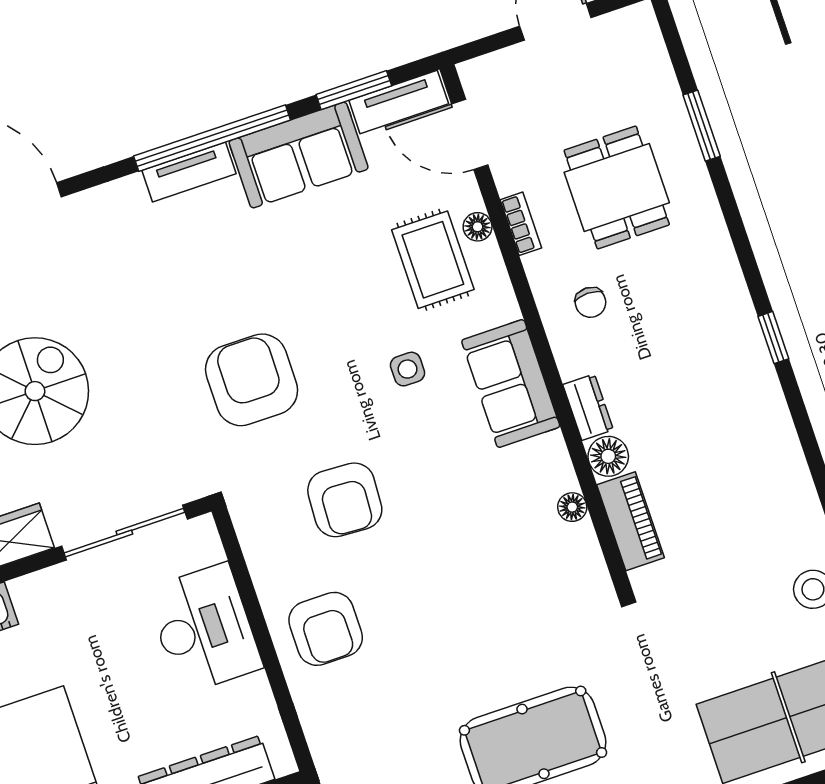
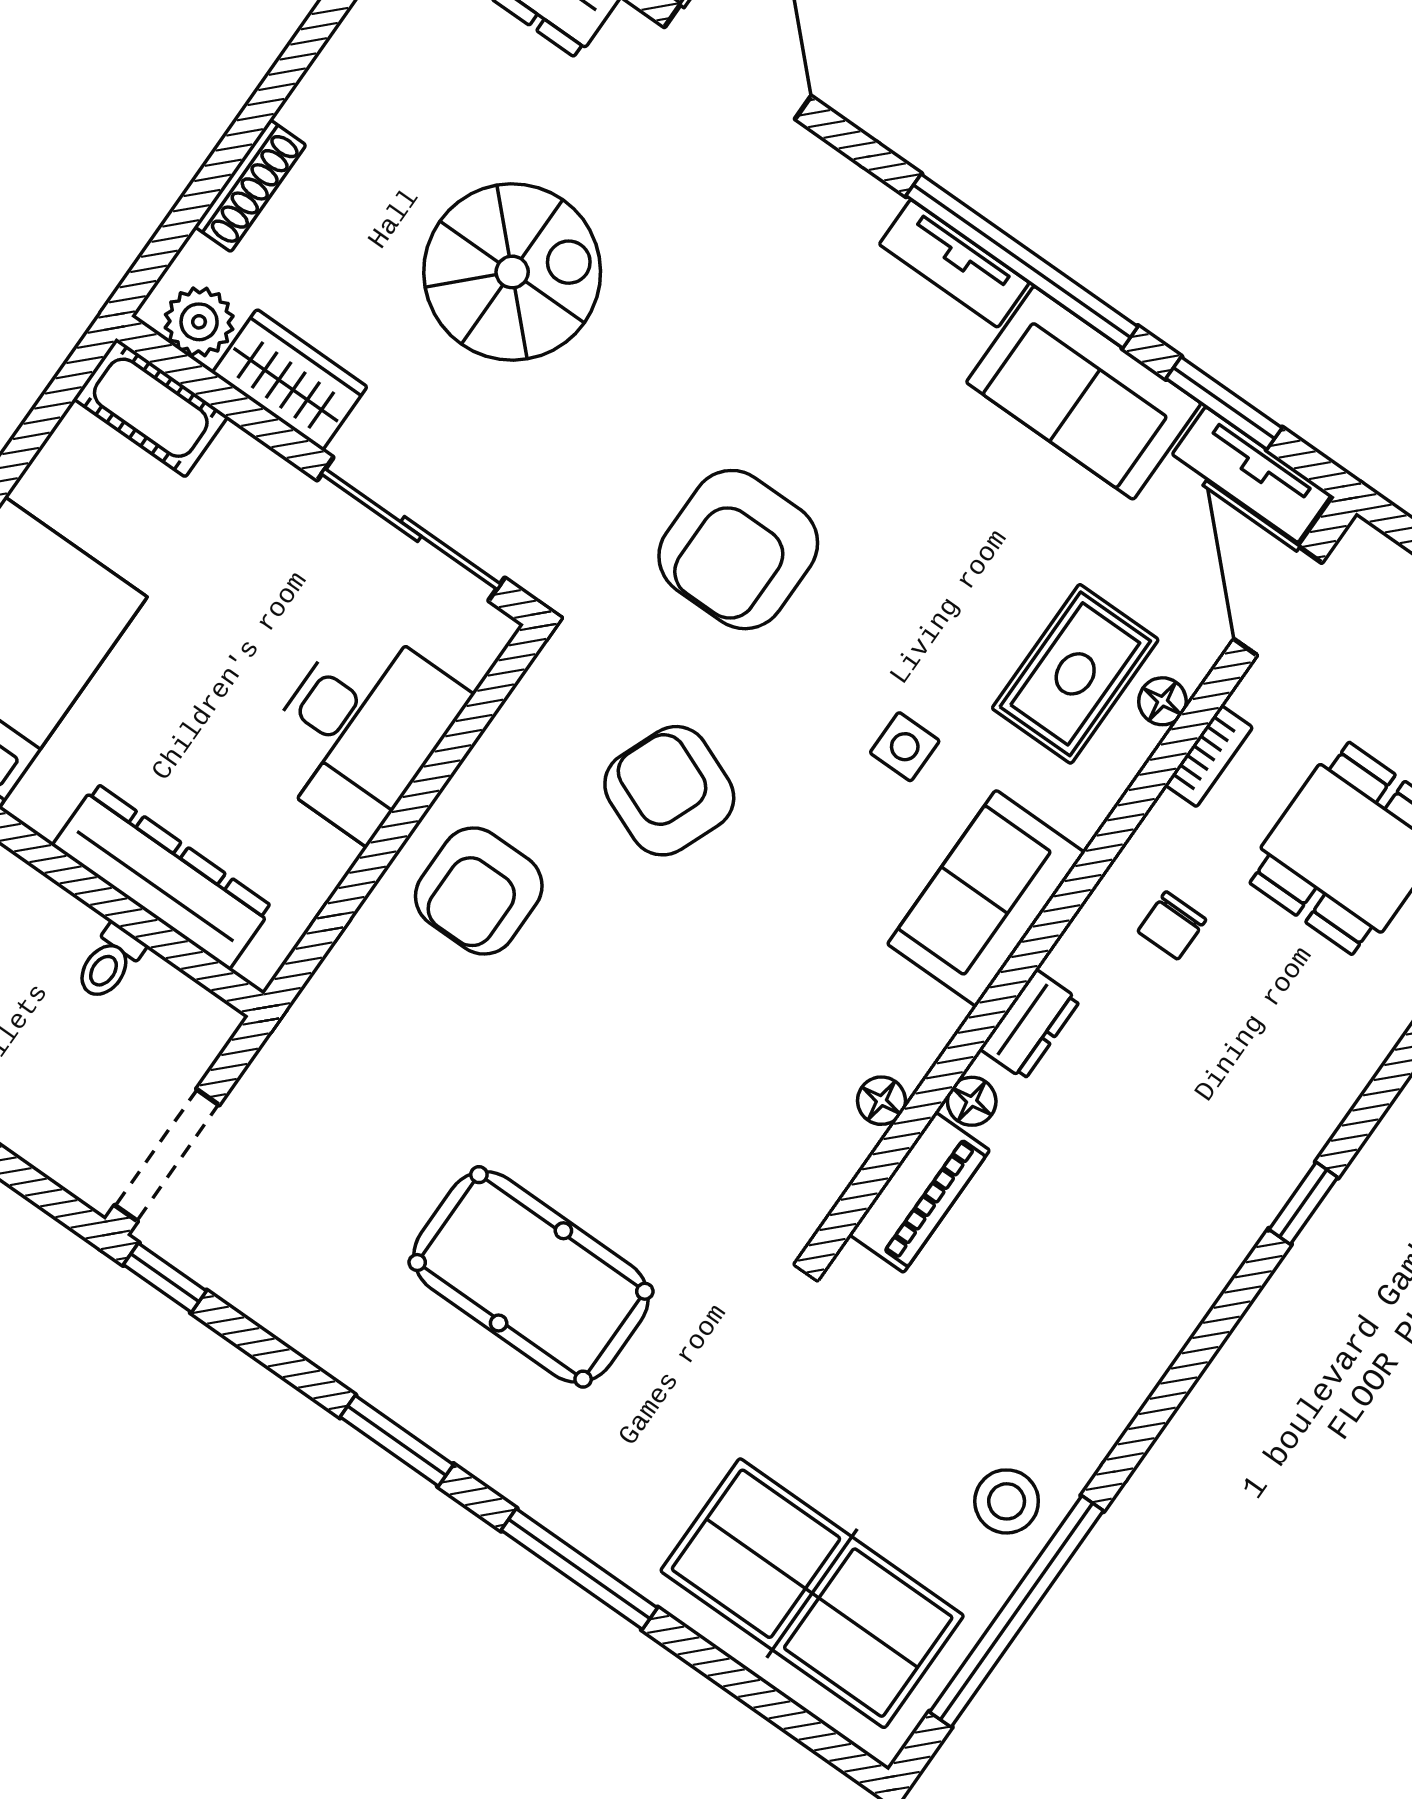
armchair: (252, 380) -> (738, 550), turned 180
floor lamp: (608, 456) -> (972, 1101), width x0.73, depth x0.73
armchair: (345, 500) -> (669, 791), turned 109

